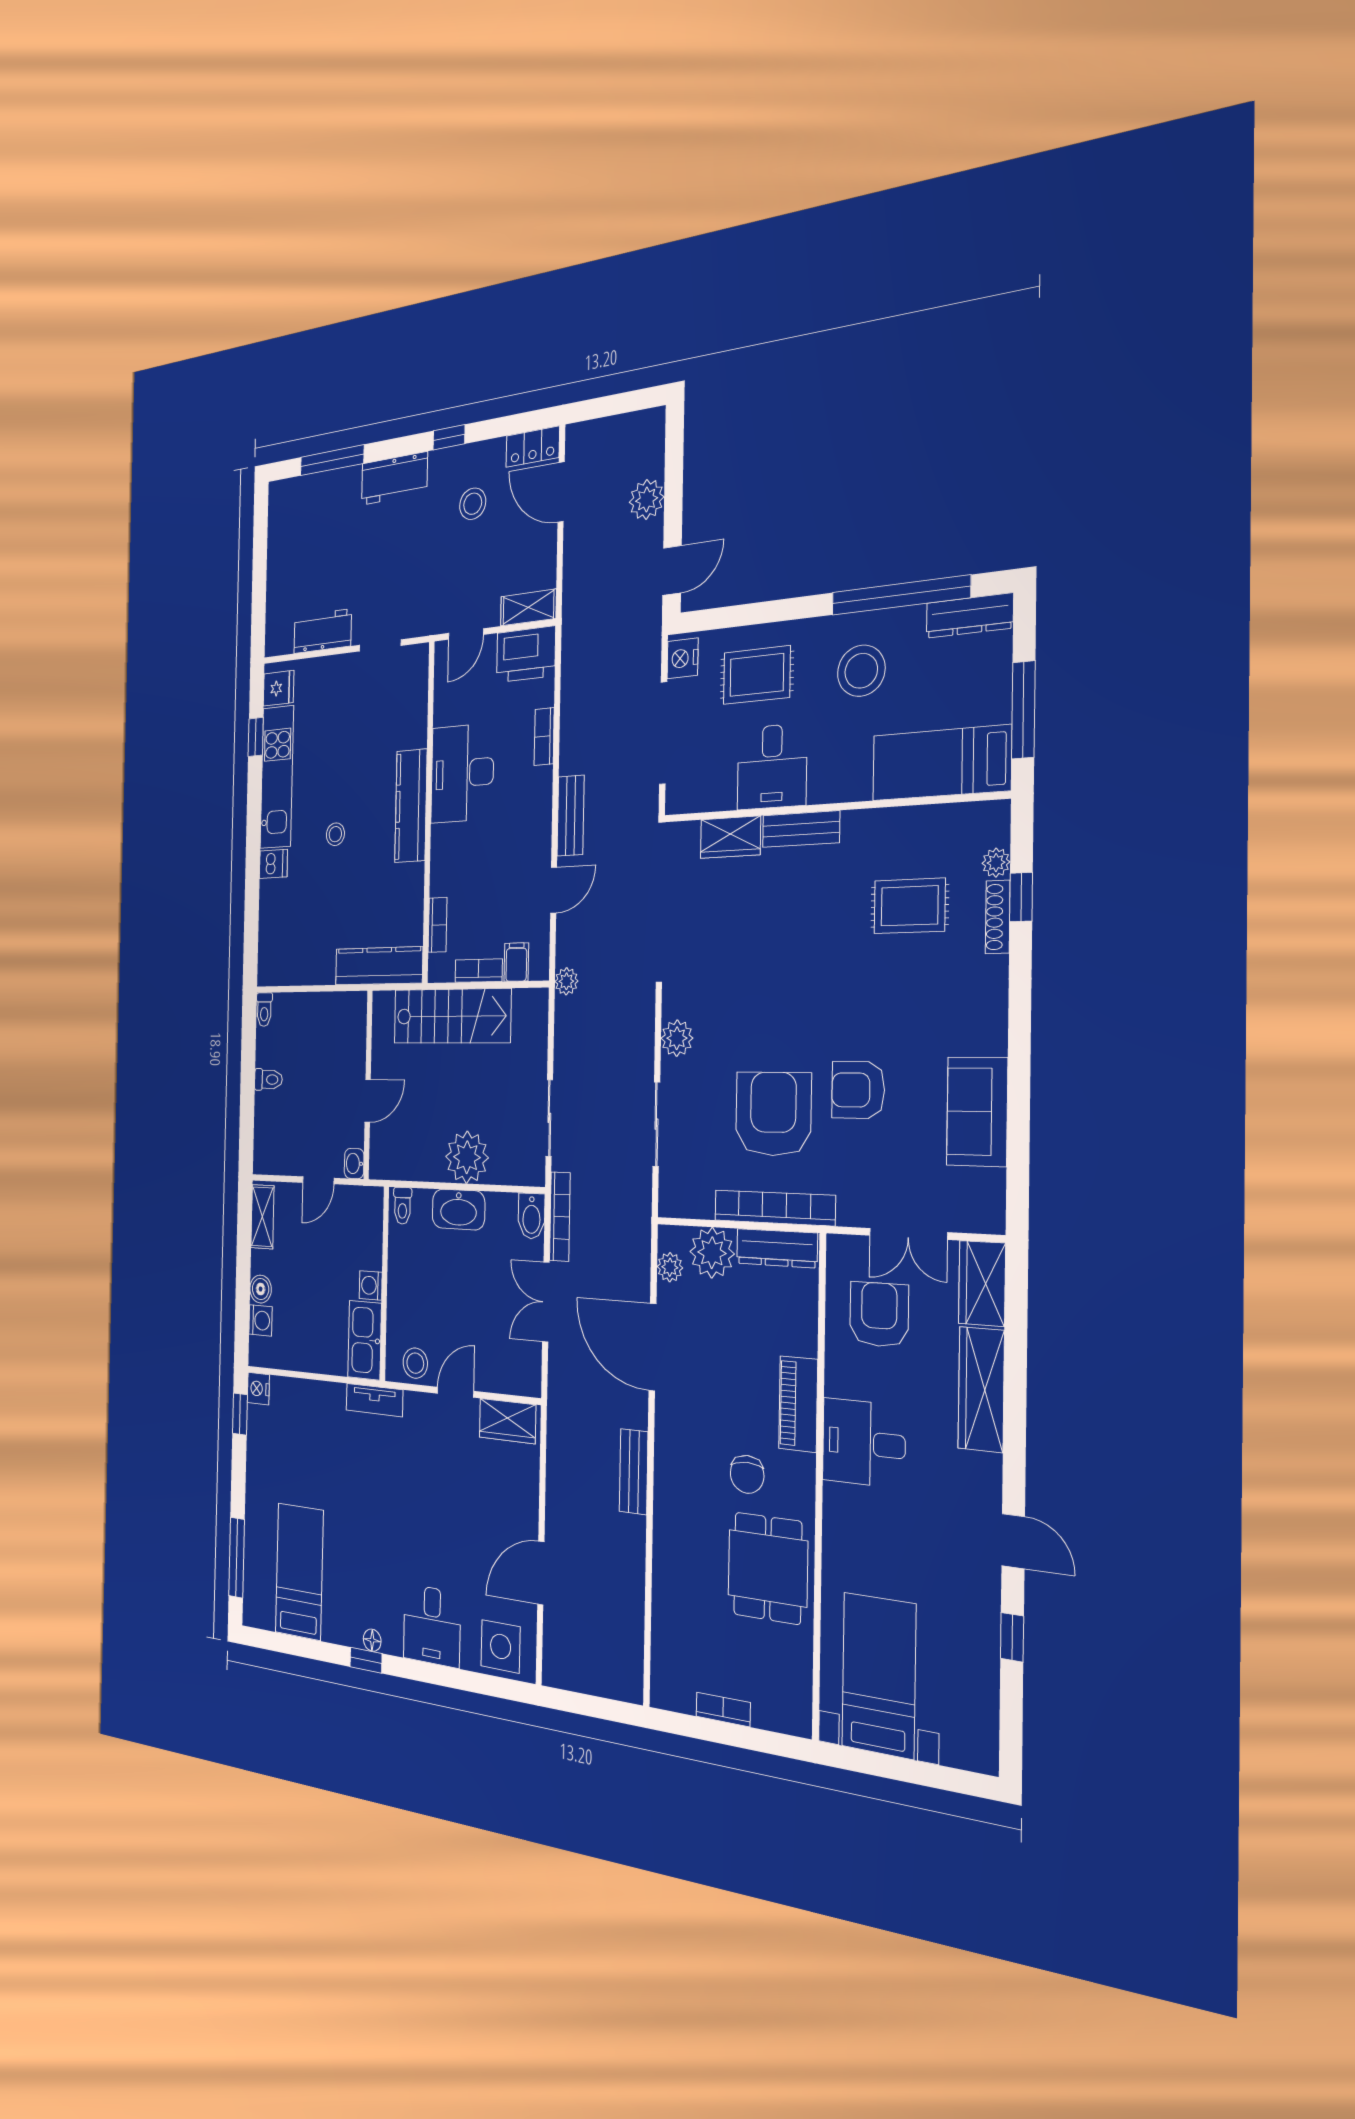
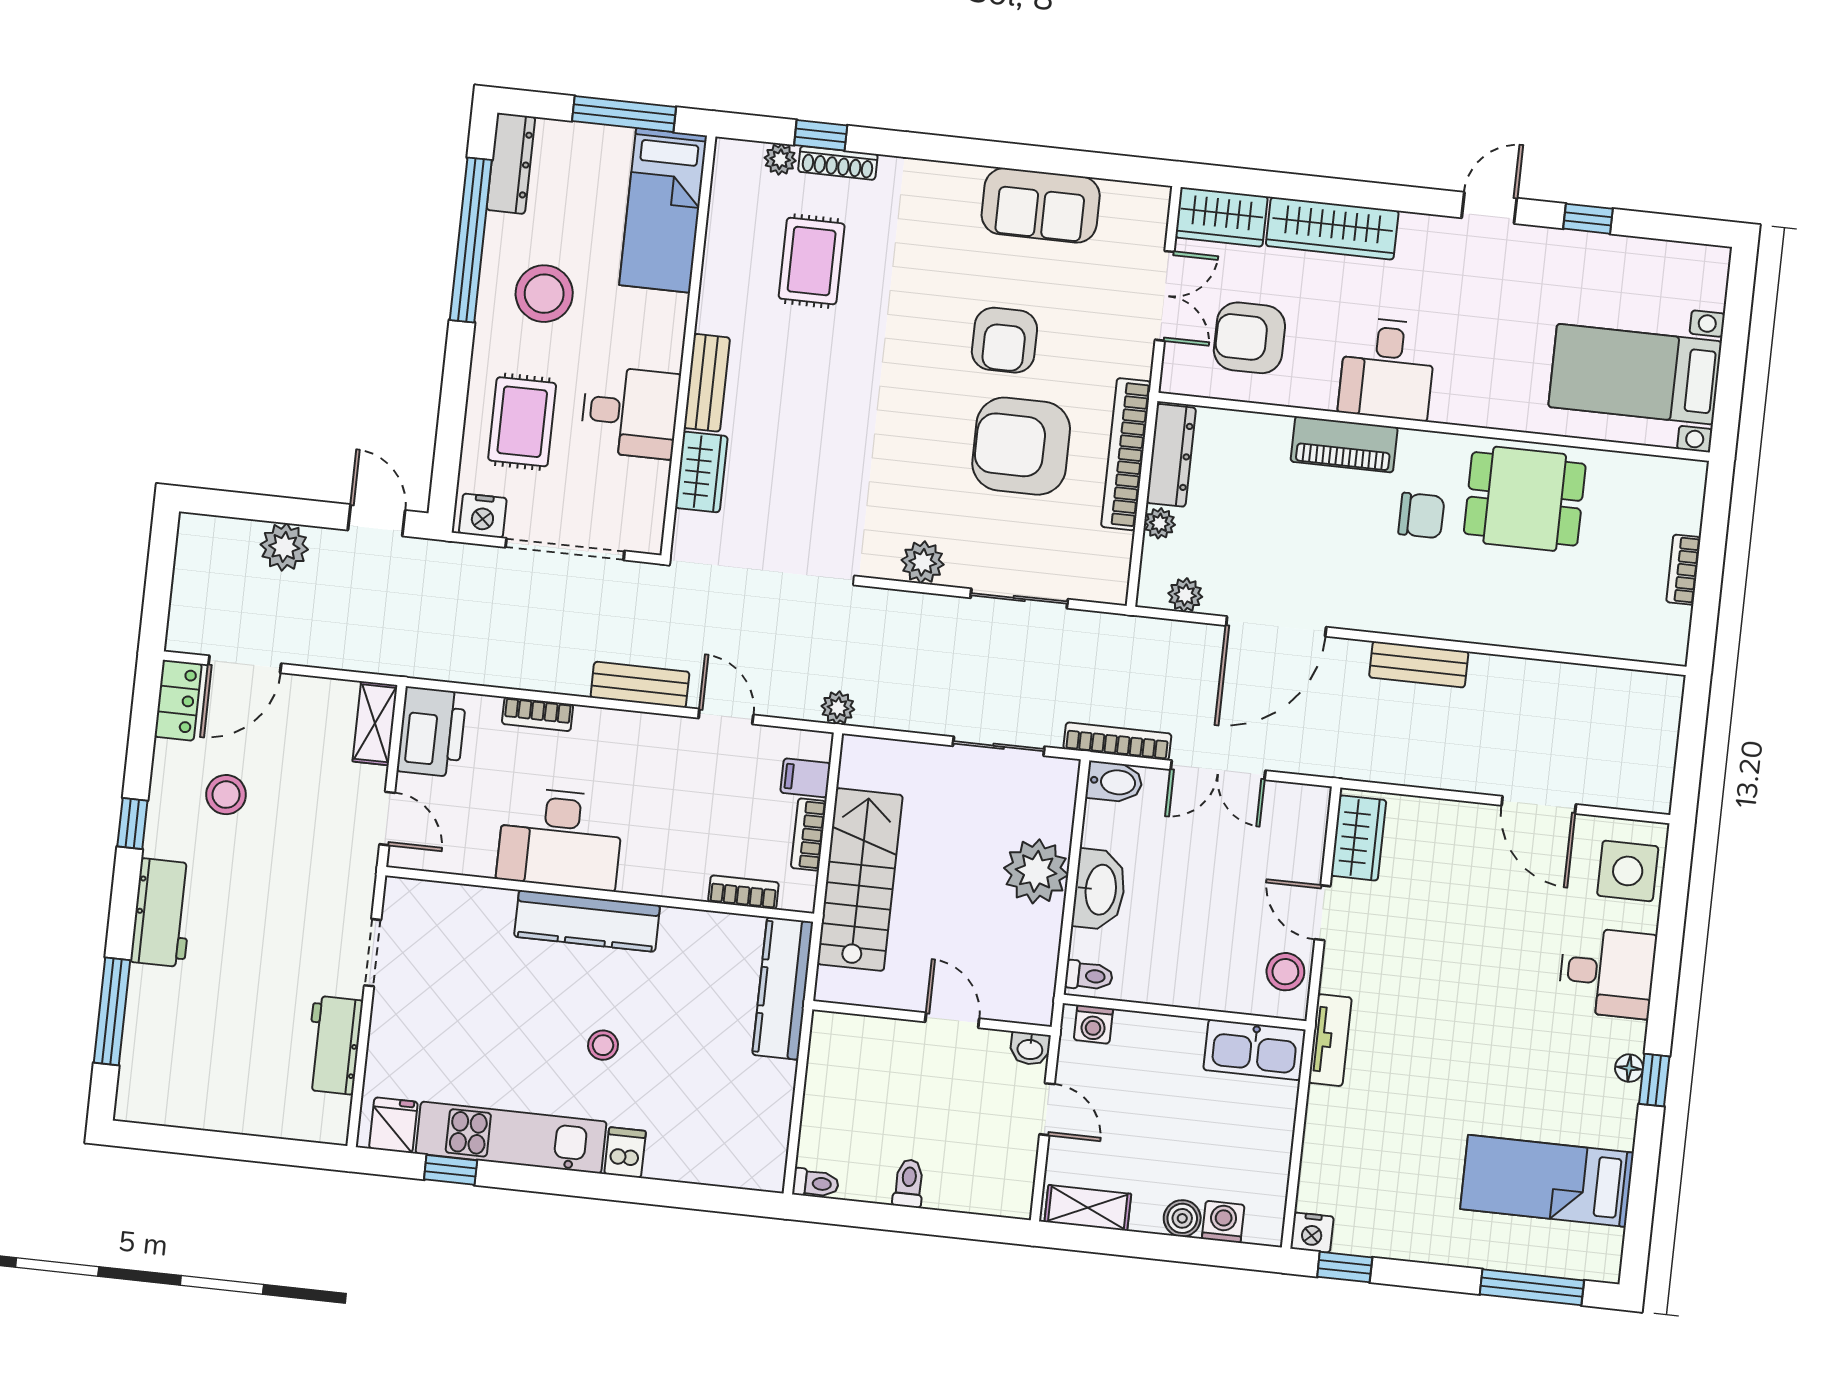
plant: (712, 1253) -> (1160, 523), width x0.53, depth x0.53
washing machine: (371, 1285) -> (1093, 1024), moved

